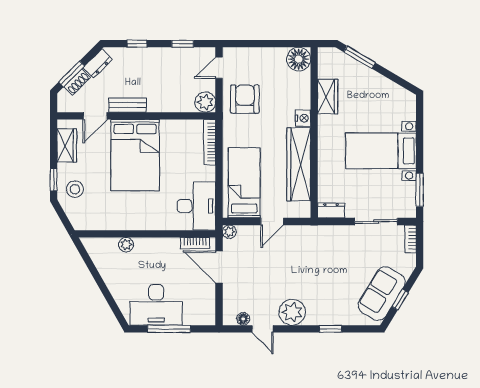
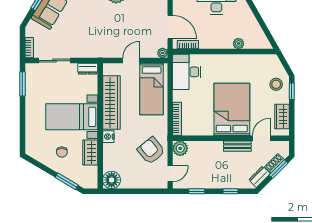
chair: (366, 97) -> (62, 152), added
armchair: (245, 99) -> (151, 151), turned 141
bed with nightstands: (381, 151) -> (72, 117), moved, turned 180

